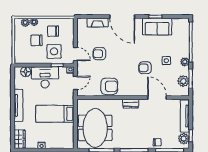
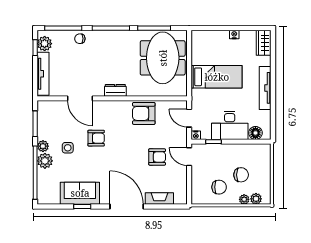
side table: (54, 51) -> (218, 160), removed
plant: (183, 81) -> (45, 161), moved
door: (75, 83) -> (189, 118), hinge flipped

